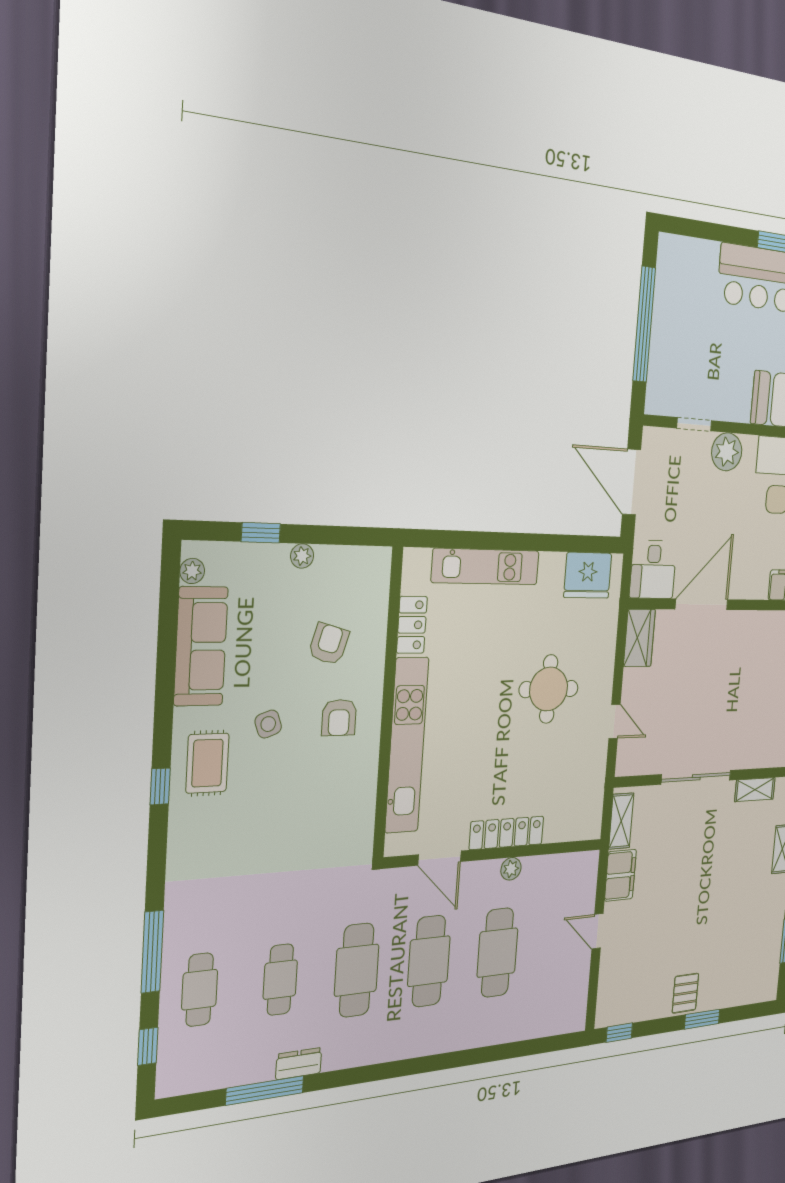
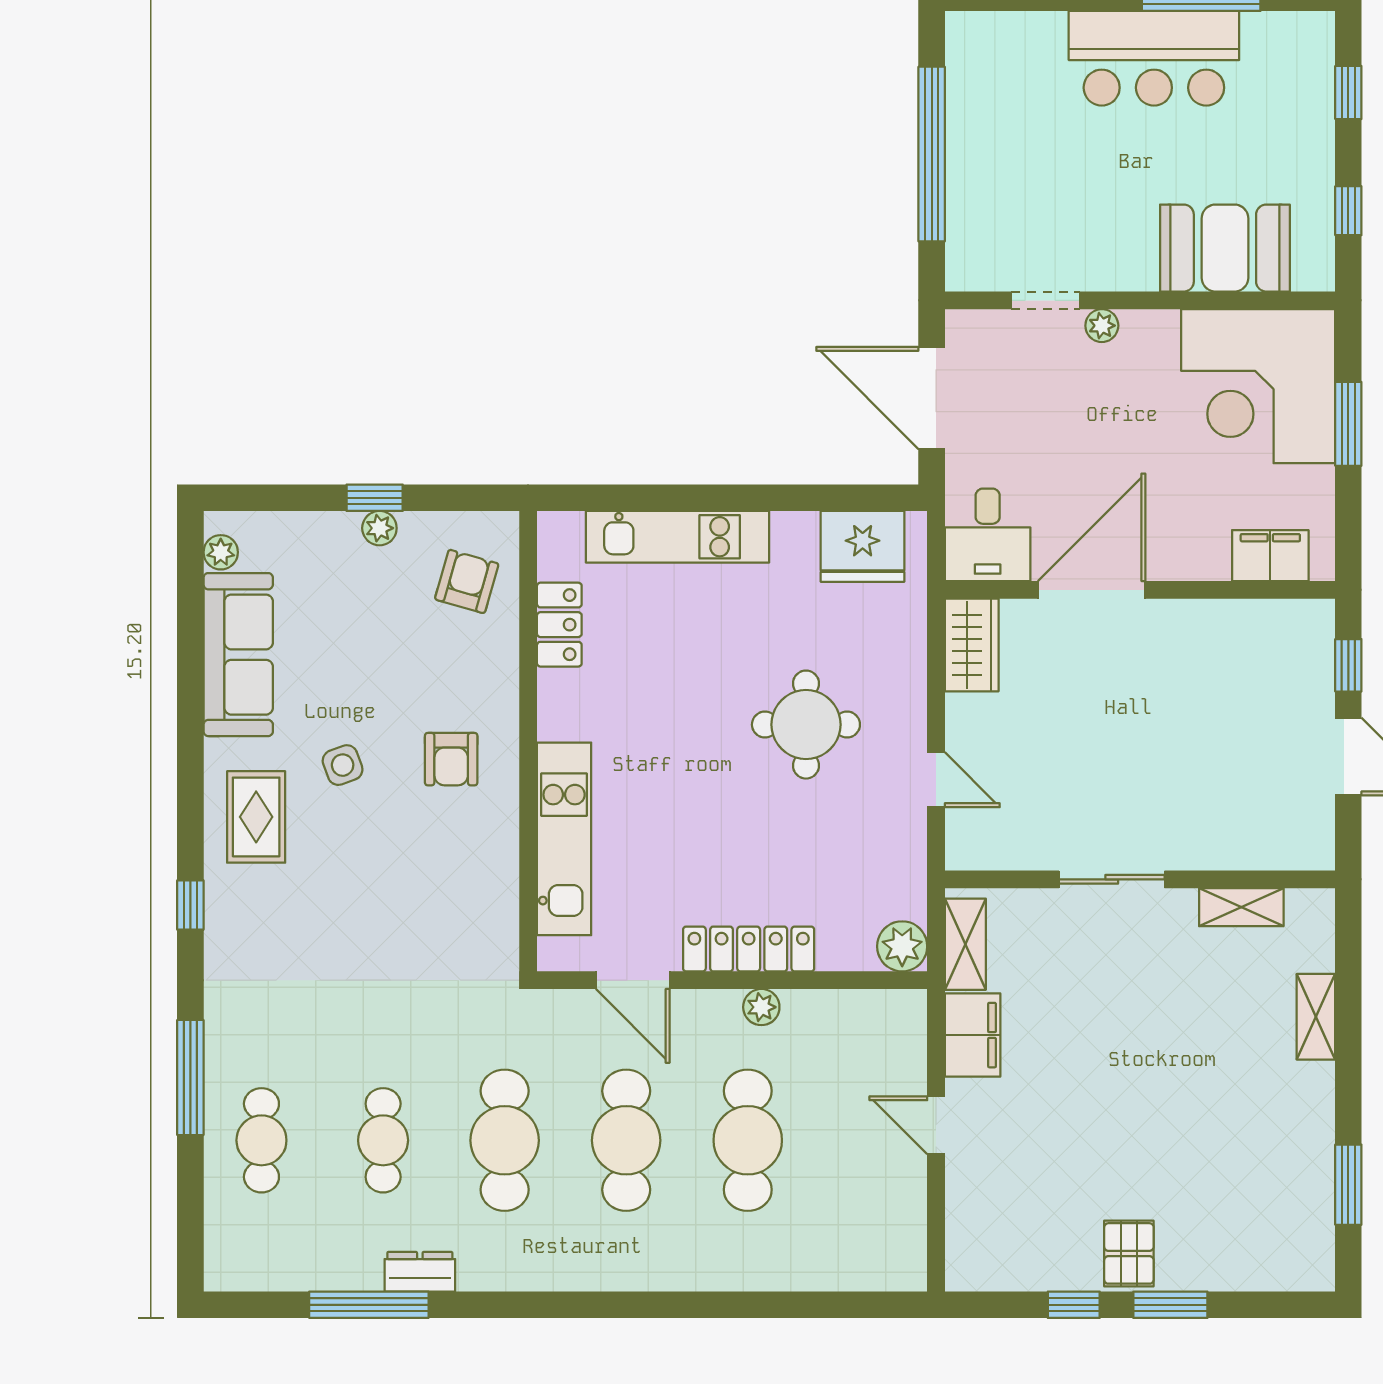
plant: (727, 452) -> (1102, 326), width x0.53, depth x0.53
window: (261, 533) -> (375, 498), moved
armchair: (329, 644) -> (467, 581), moved
kitchen unit: (407, 745) -> (564, 839), width x0.73
sliding door: (696, 777) -> (1112, 879), width x0.73
window: (160, 786) -> (190, 905), moved
plant: (589, 825) -> (902, 946), added
window: (619, 1033) -> (1074, 1305), moved
window: (148, 1046) -> (190, 1213), removed

